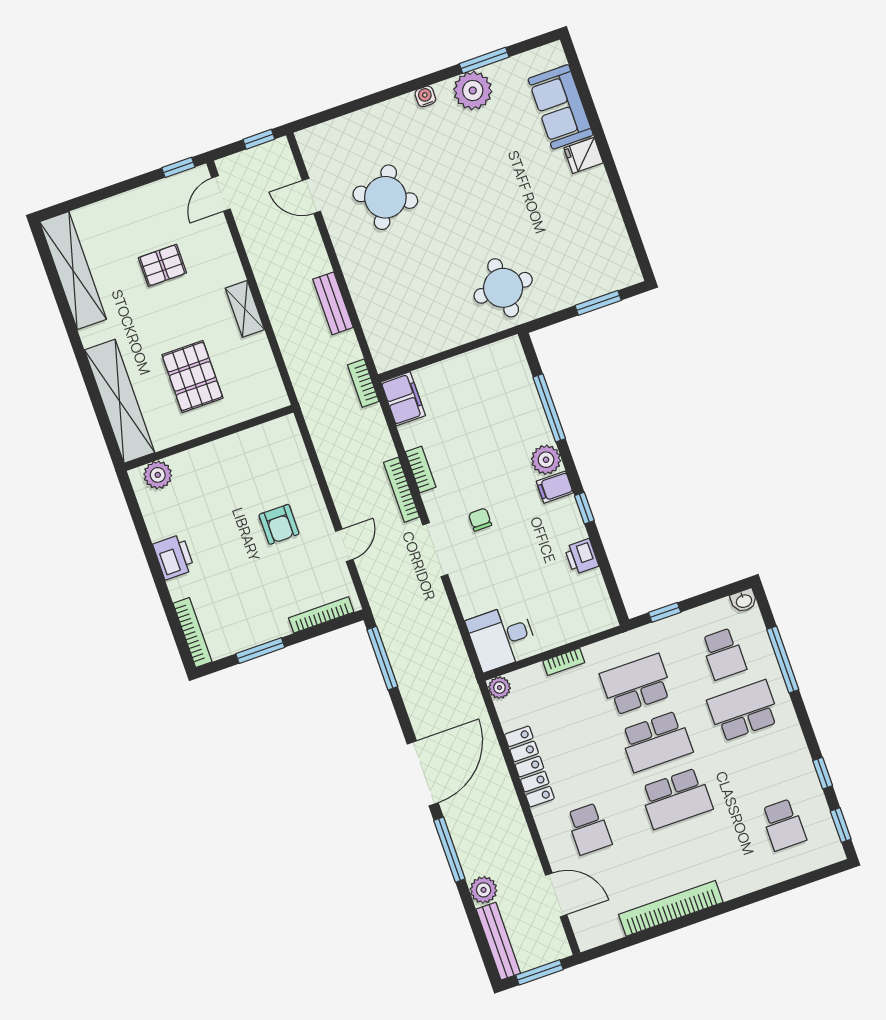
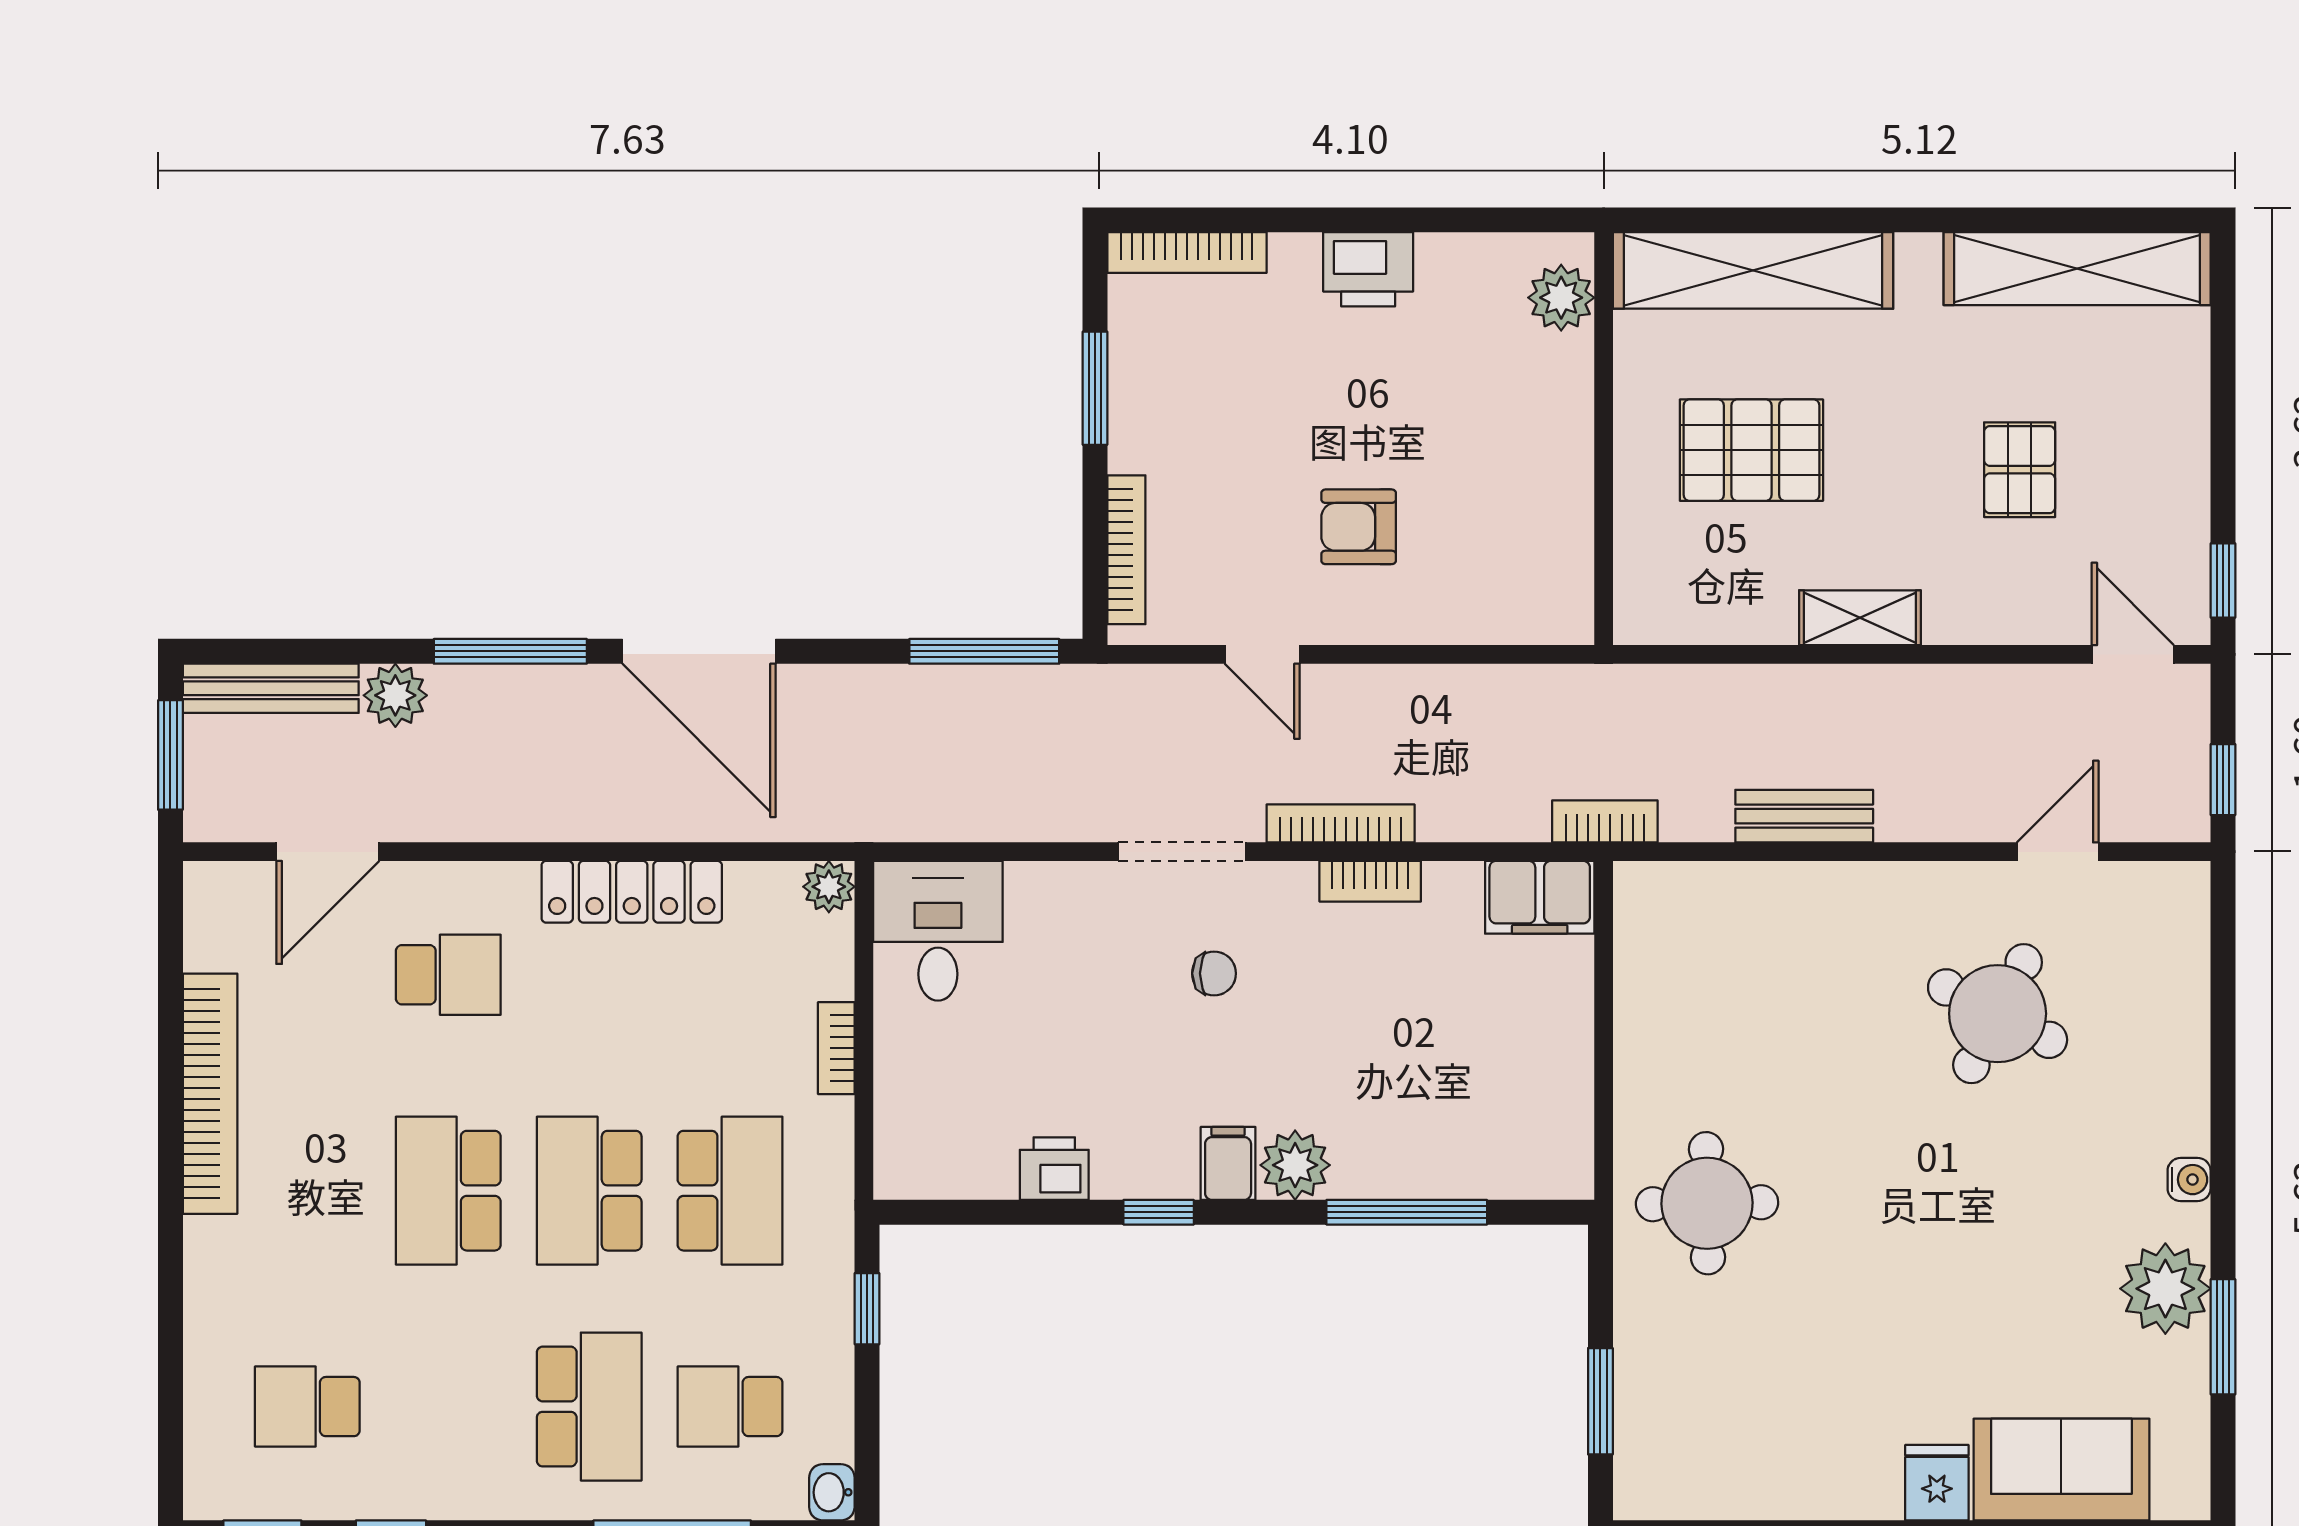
school desk: (589, 829) -> (448, 975), turned 180

